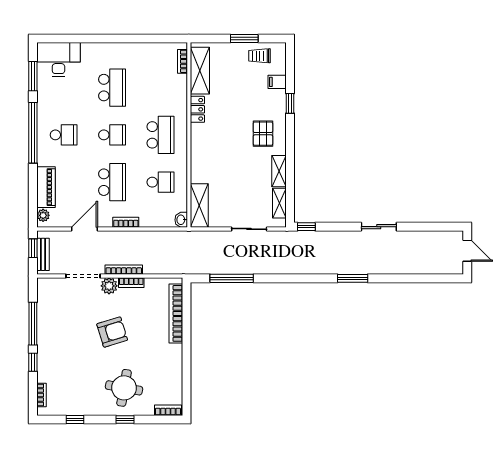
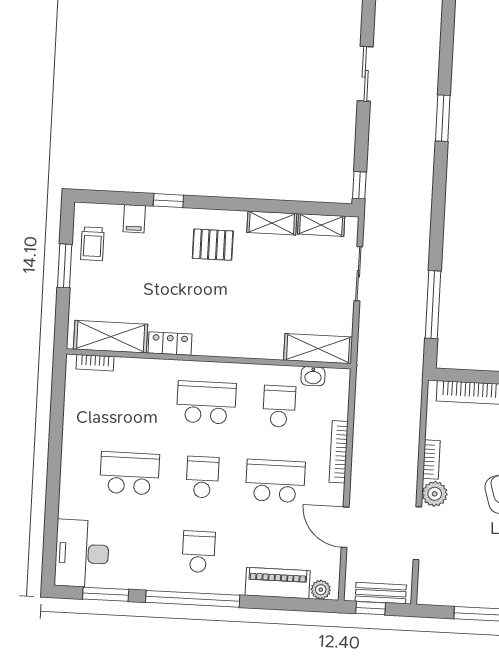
washbasin: (181, 220) -> (313, 376), moved
bookcase: (126, 222) -> (339, 452), width x1.56
bookcase: (124, 270) -> (411, 470), removed

